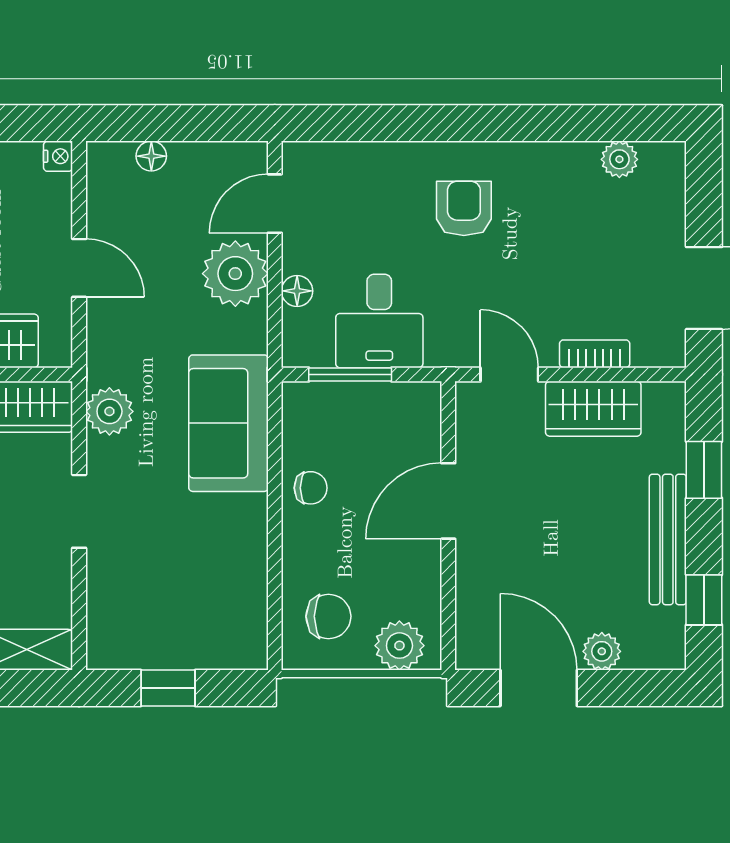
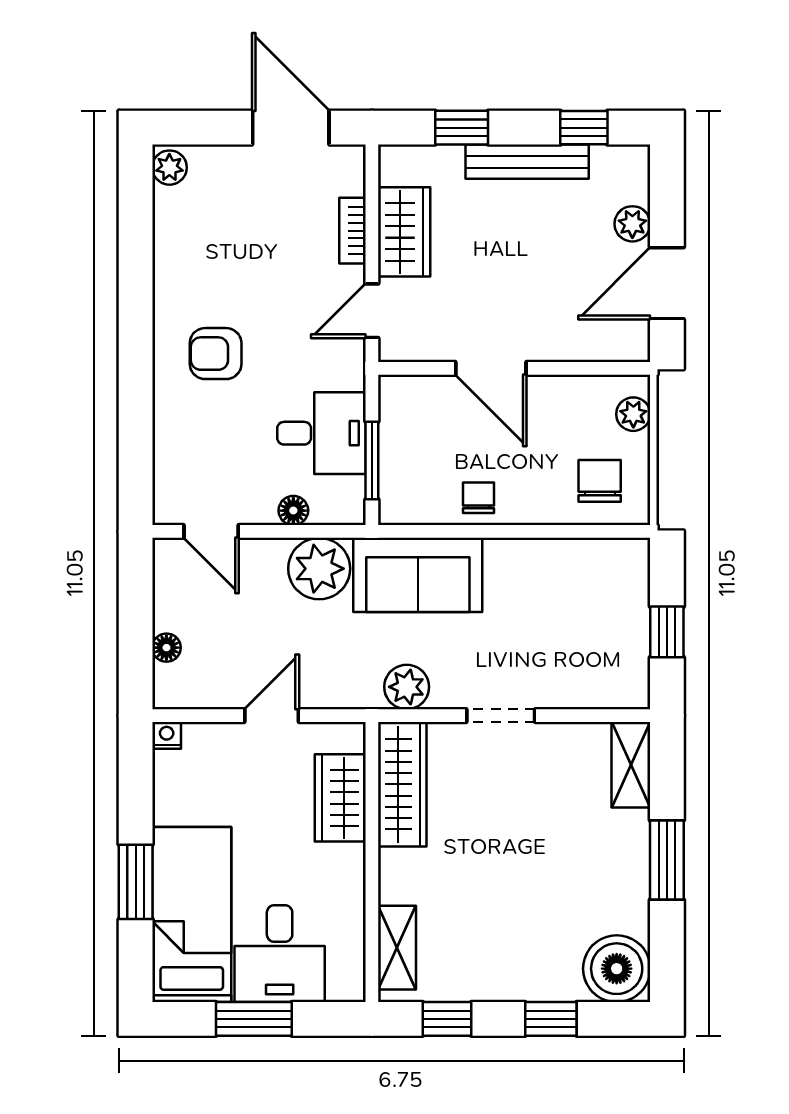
plant: (619, 159) -> (169, 168), moved
plant: (235, 274) -> (319, 569), moved
plant: (399, 646) -> (633, 414), width x0.73, depth x0.73

